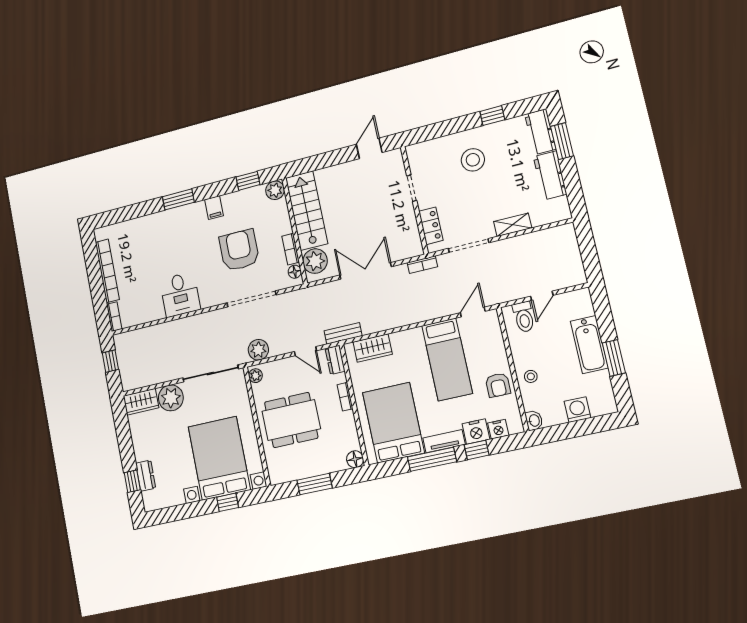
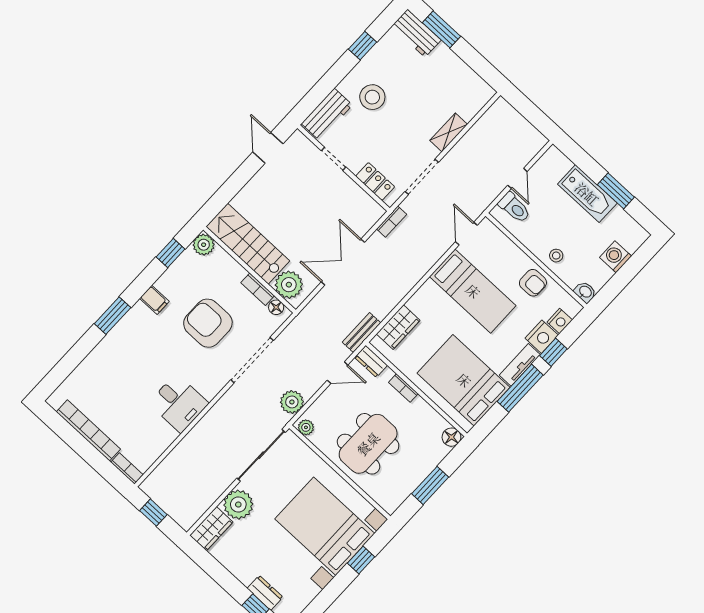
workbench: (550, 175) -> (327, 114), moved, turned -90

